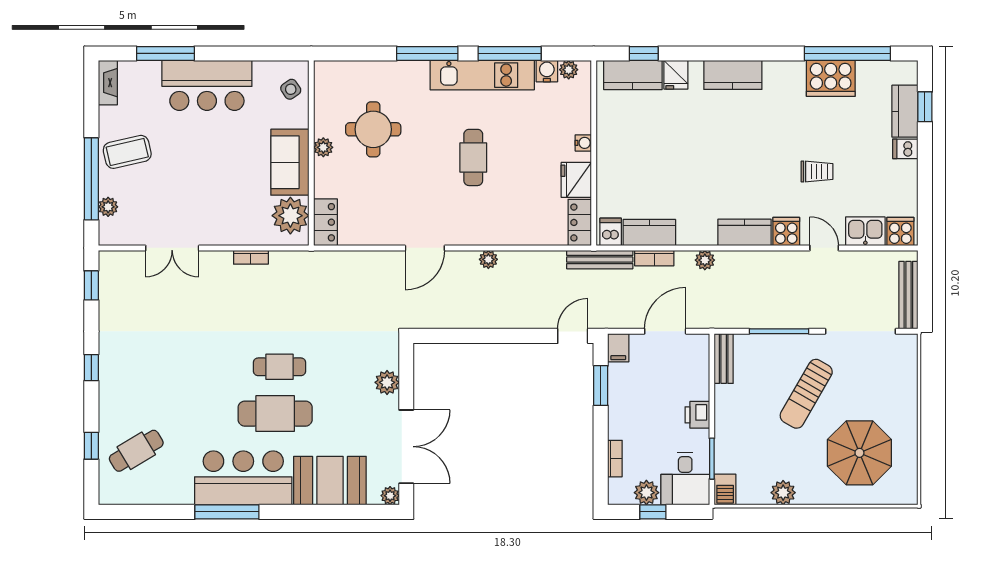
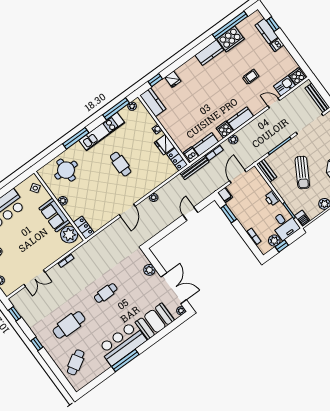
window: (510, 53) -> (116, 109), moved
water cooler: (547, 71) -> (124, 113), removed
kitchen counter: (633, 75) -> (153, 102), moved, turned -90
kitchen counter: (733, 75) -> (209, 53), moved
round table: (373, 129) -> (66, 170), moved
cooker: (786, 232) -> (225, 130), moved
door: (573, 336) -> (190, 214), moved
sun lounger: (806, 394) -> (302, 173), moved
cafe table: (275, 414) -> (69, 325), moved
window: (91, 446) -> (58, 373), removed

